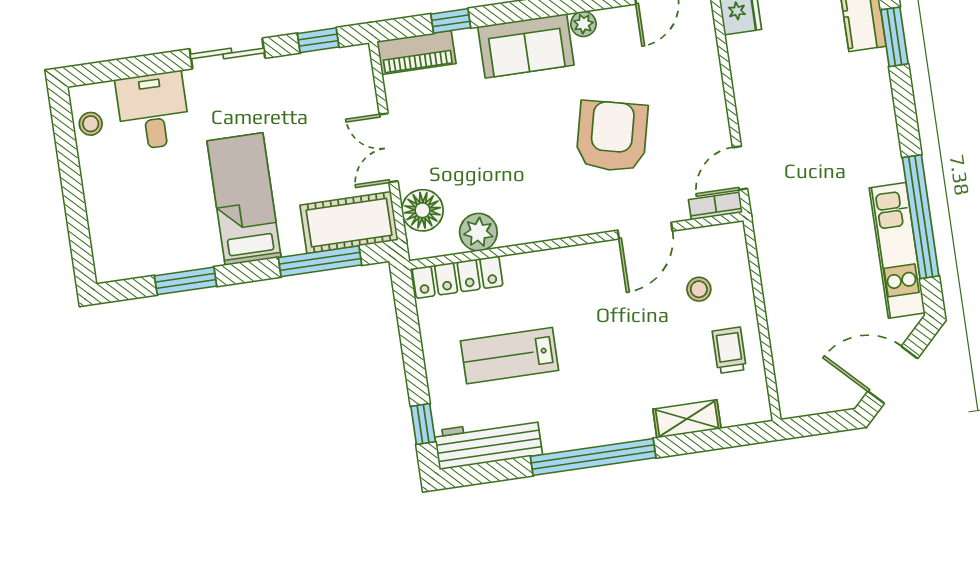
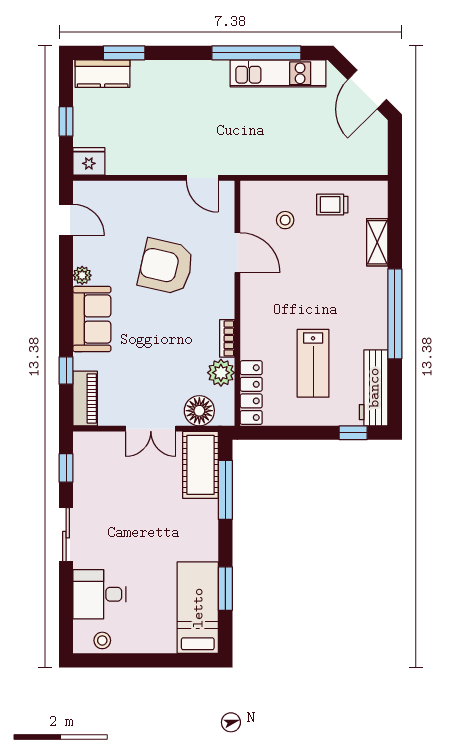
bed: (244, 199) -> (198, 608), moved, turned 90
bookcase: (716, 206) -> (227, 338), moved

